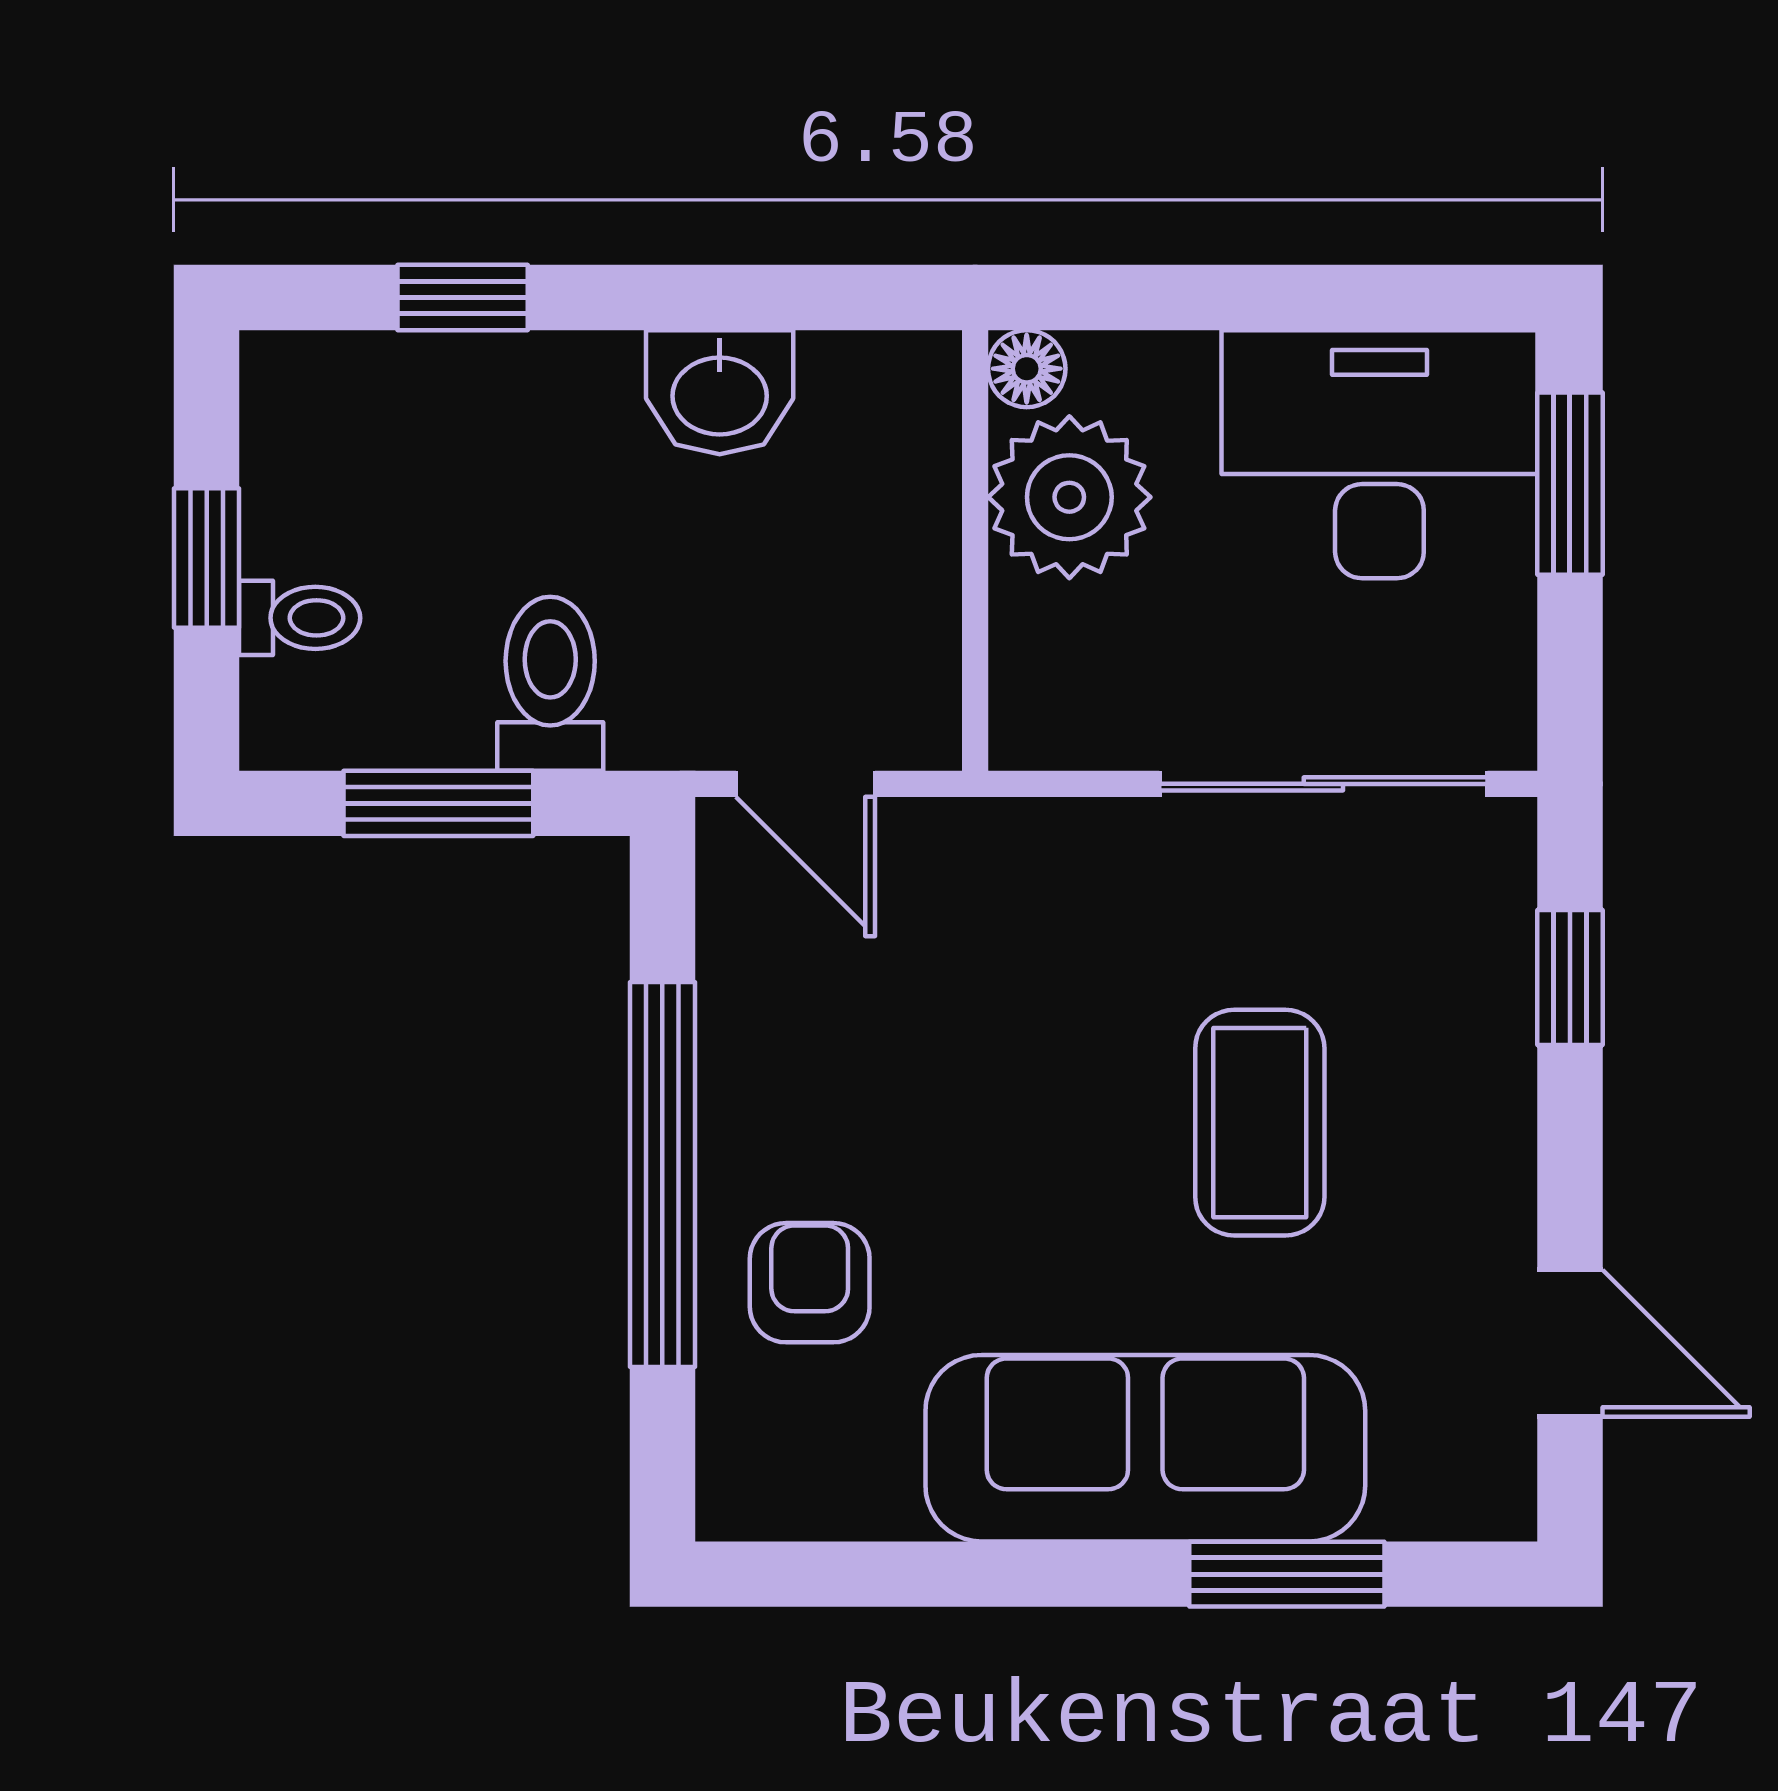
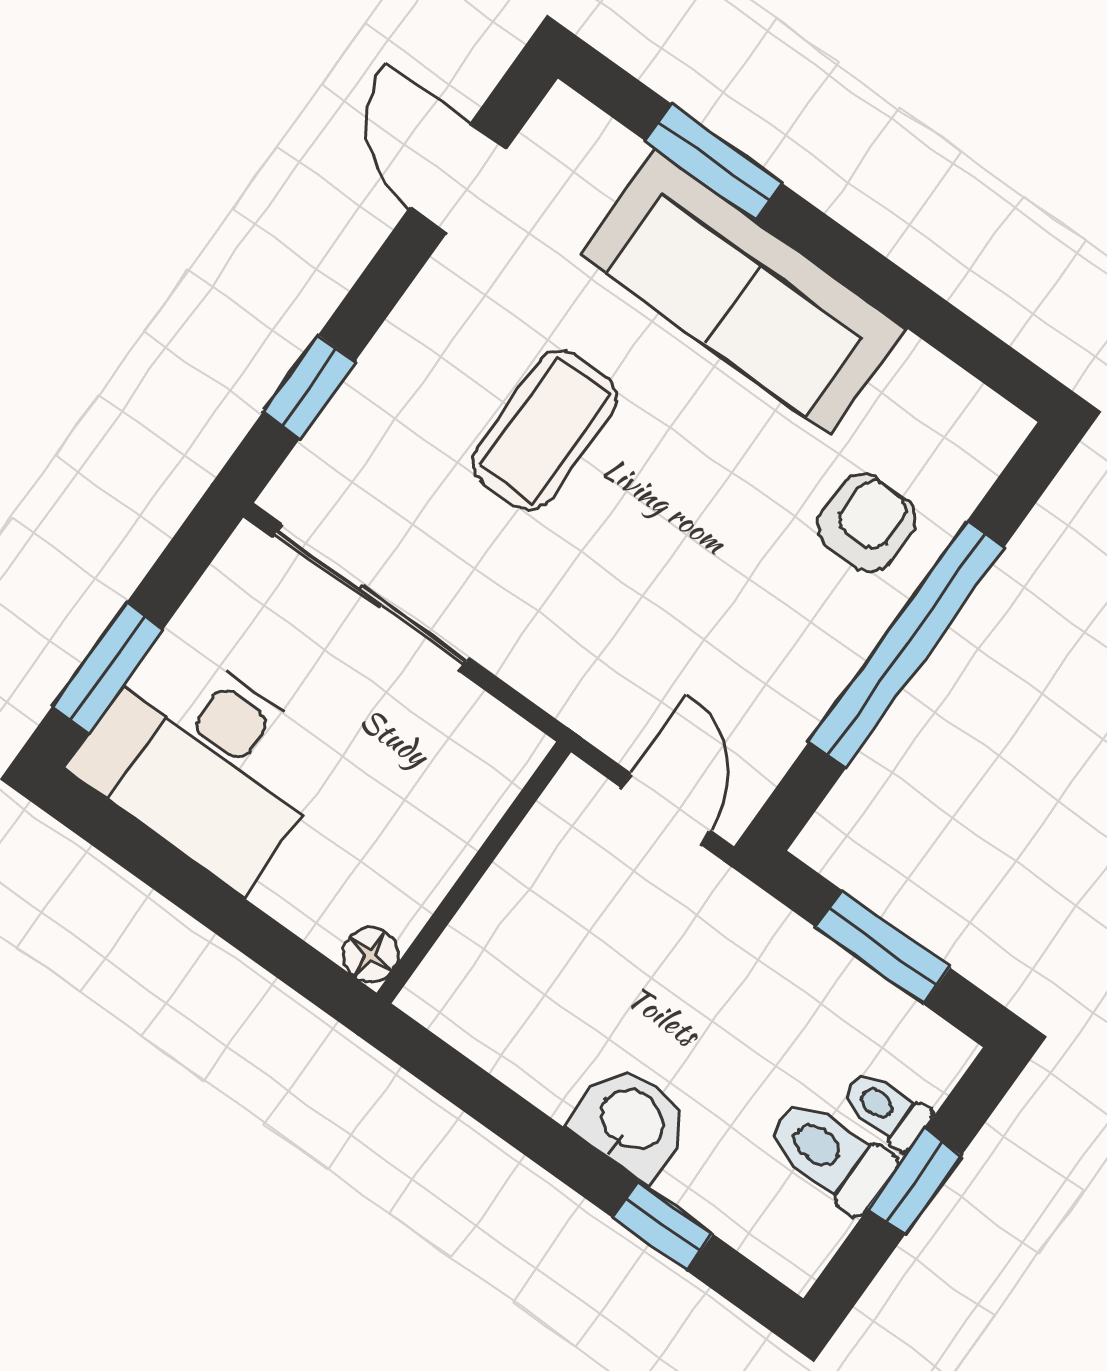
washbasin: (720, 392) -> (631, 1121), moved
plant: (1069, 497) -> (398, 864), removed
toilet: (550, 684) -> (831, 1155), moved, turned 90
armchair: (810, 1283) -> (867, 523), turned 180

